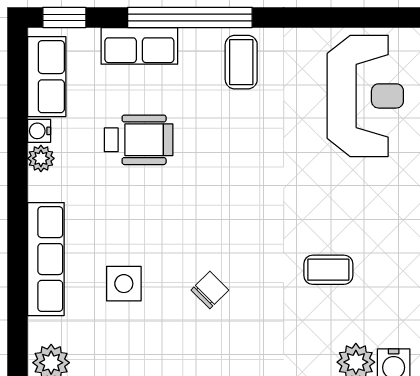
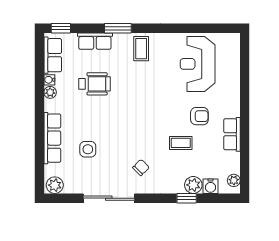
window: (190, 17) -> (118, 28), width x0.47
reception desk: (365, 96) -> (198, 64), turned 180
armchair: (369, 211) -> (199, 116), added
chair: (210, 290) -> (141, 167), moved

